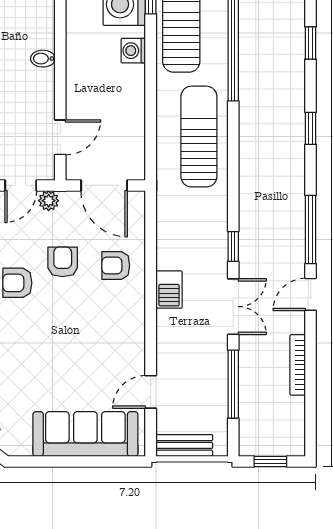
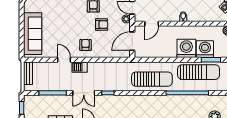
washing machine: (133, 51) -> (186, 48), width x1.89, depth x1.89
door: (60, 137) -> (152, 24), hinge flipped
armchair: (116, 265) -> (85, 45), moved
barbecue: (169, 290) -> (80, 67), moved
door: (151, 392) -> (64, 60), moved

